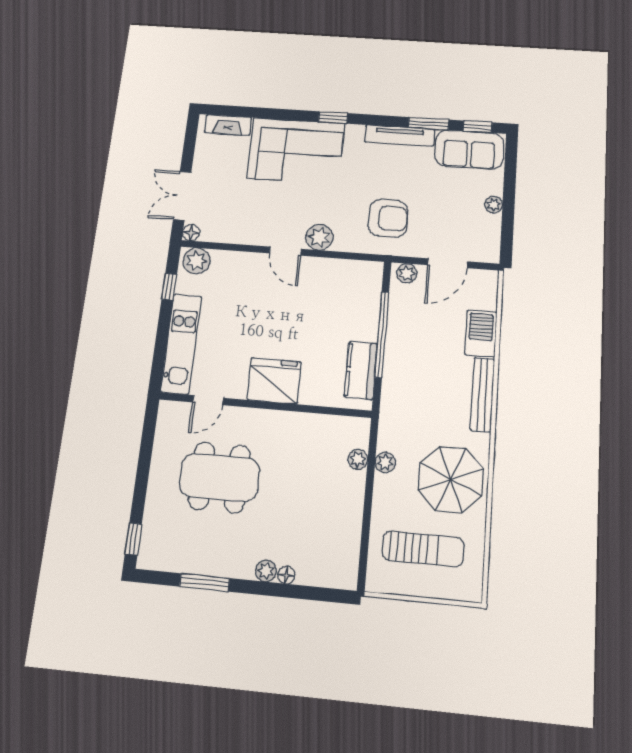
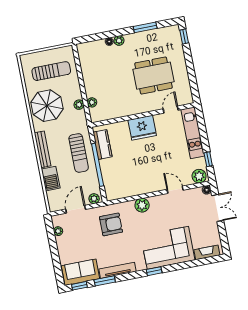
plant: (494, 205) -> (58, 231), moved
armchair: (388, 218) -> (111, 224), turned 180
door: (285, 251) -> (175, 190), moved
sun lounger: (413, 367) -> (79, 153), added
sun lounger: (423, 549) -> (51, 71), turned 180

